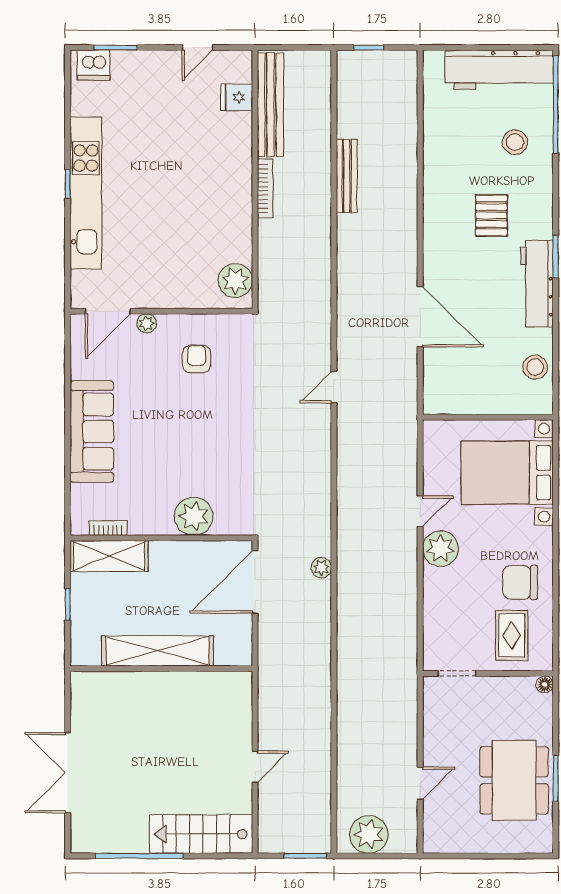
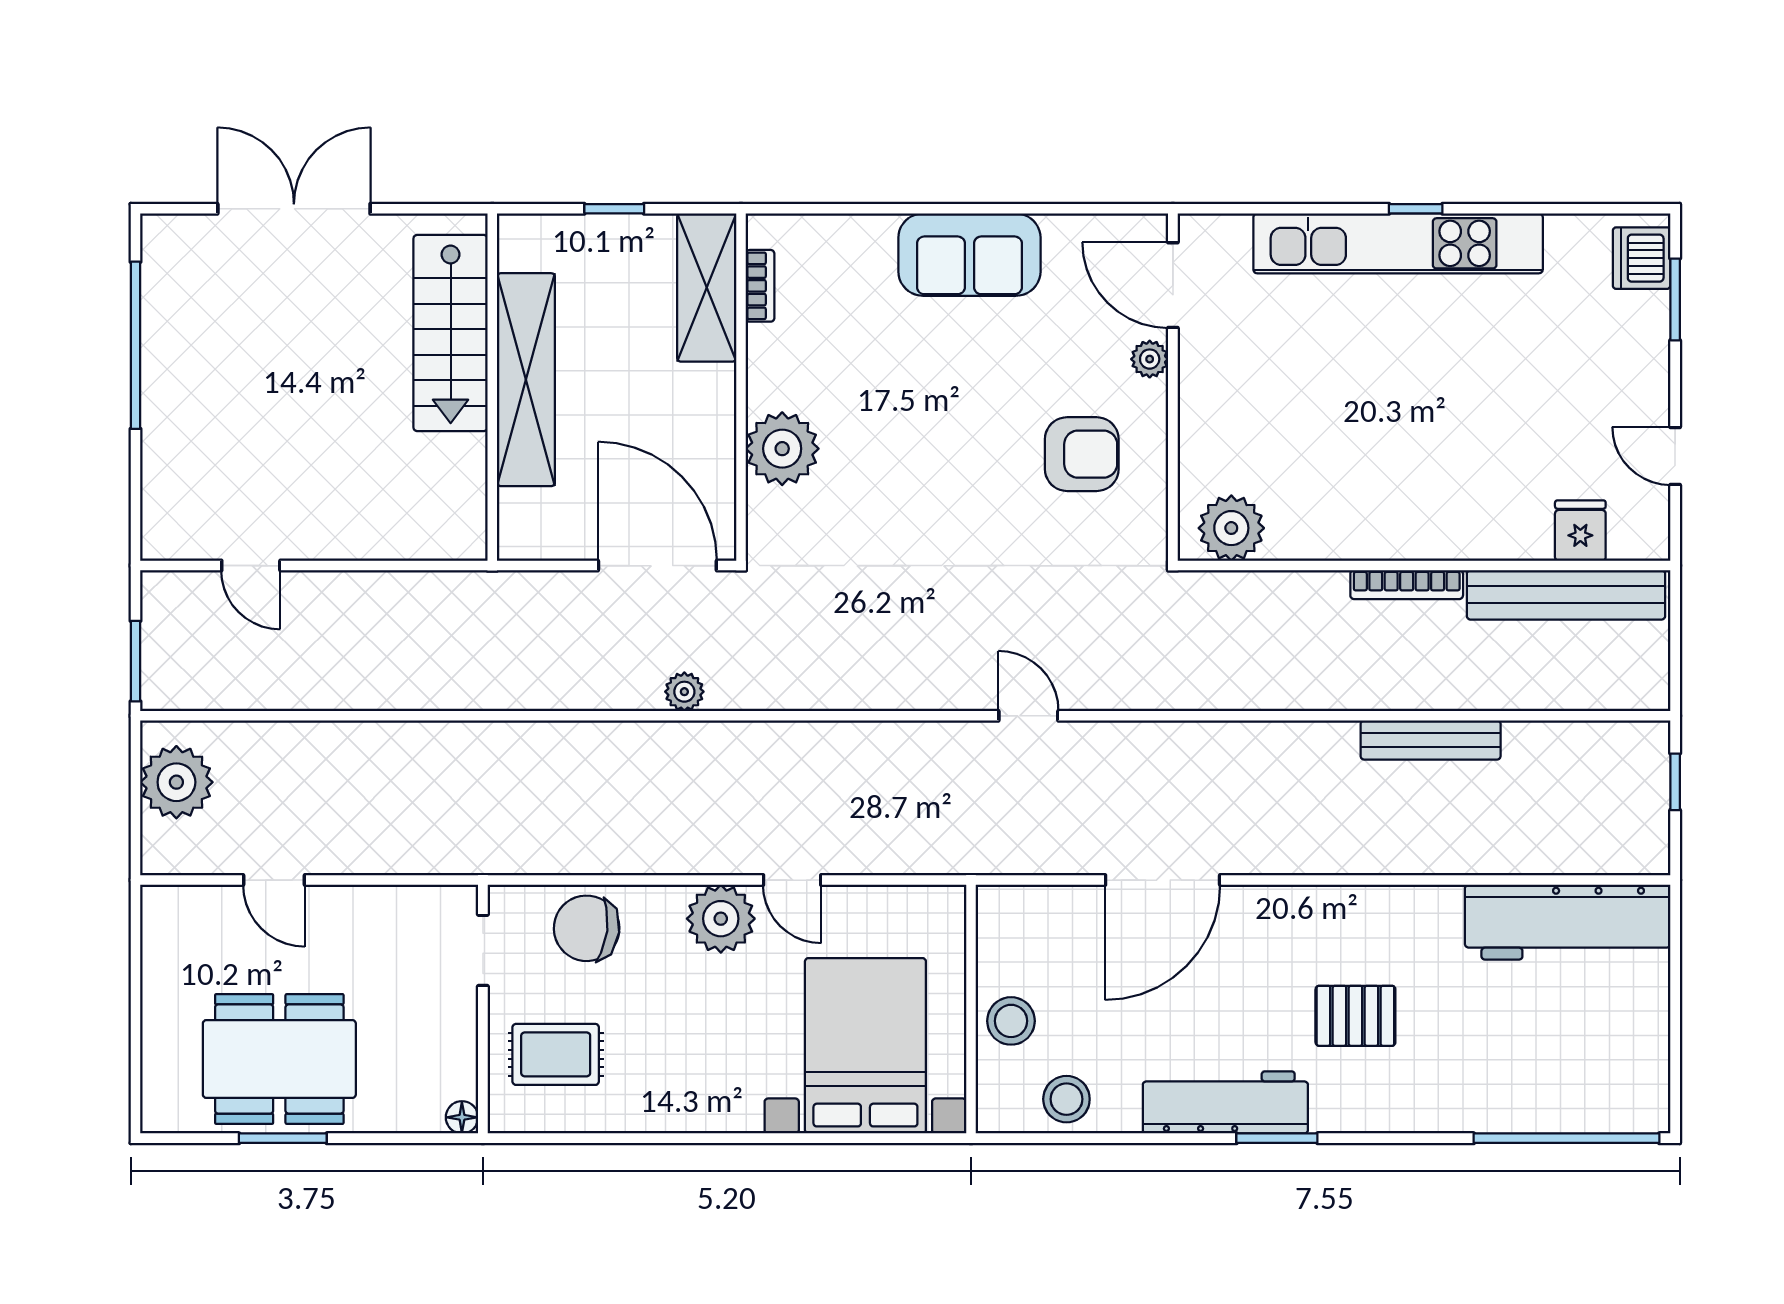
workbench: (499, 70) -> (1568, 922), moved, turned -90
stool: (515, 142) -> (1011, 1021), moved
armchair: (197, 359) -> (1082, 454), width x1.38, depth x1.38
sofa: (92, 431) -> (969, 255), width x0.73
chair: (520, 582) -> (587, 928), moved, turned -83
door: (255, 767) -> (251, 566), moved
stairs: (201, 834) -> (451, 333), moved, turned 180

